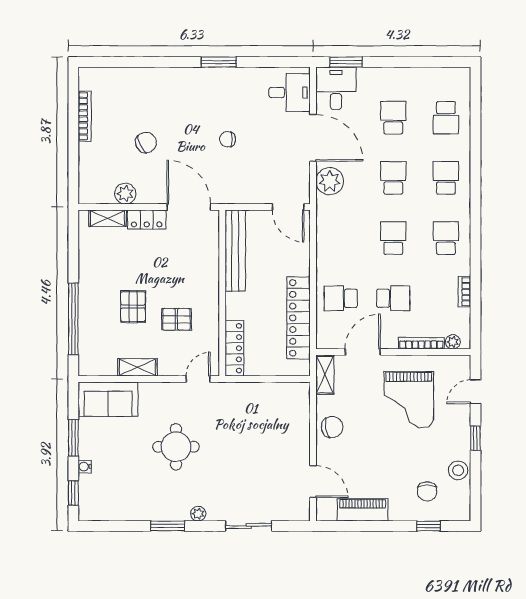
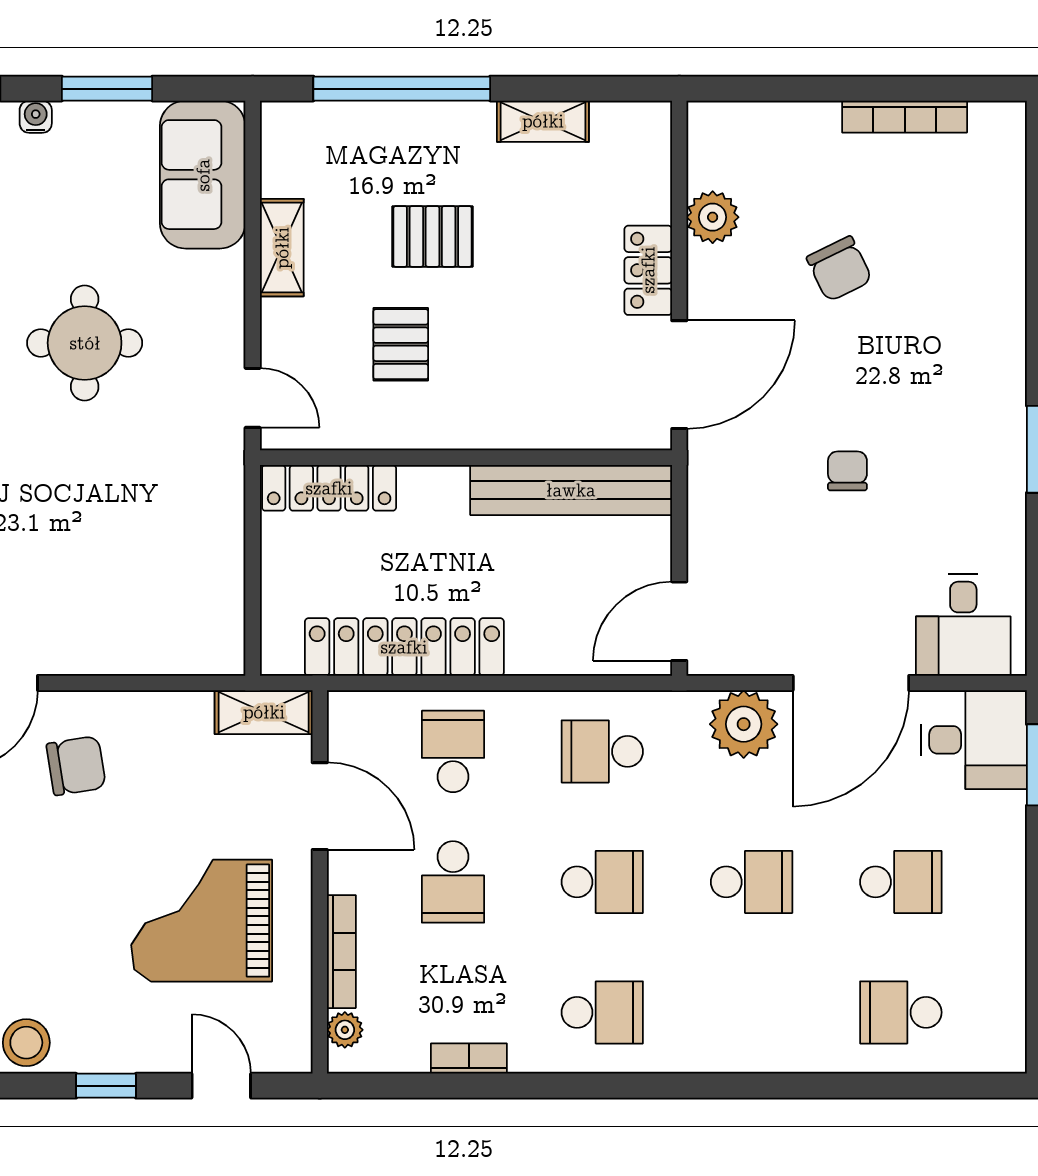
school desk: (446, 178) -> (602, 751), moved, turned 180
shelving: (108, 218) -> (543, 121), moved, turned 90
chair: (332, 427) -> (76, 766), moved, turned -88

